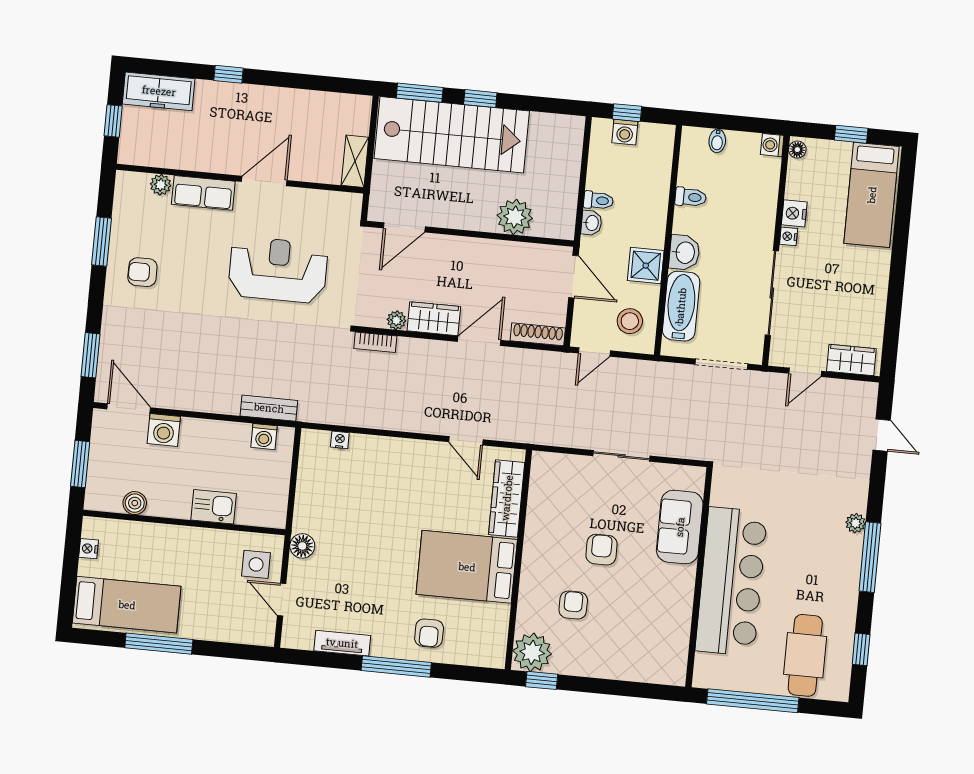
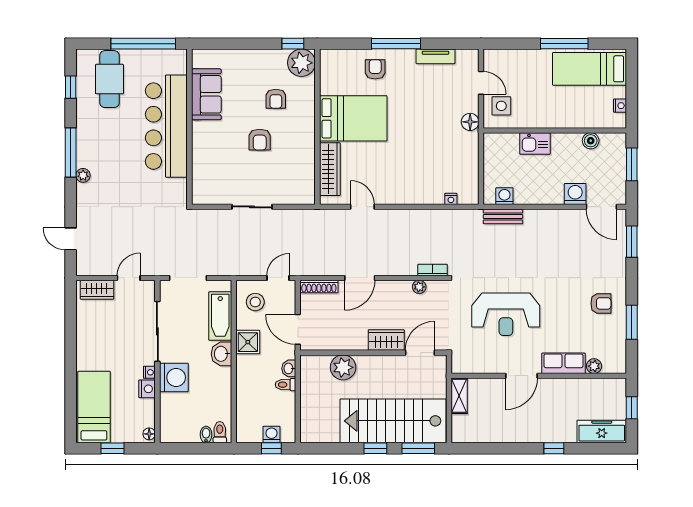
washing machine: (772, 145) -> (174, 378), moved, width x1.89, depth x1.89
toilet: (691, 197) -> (220, 432), moved, turned 90
wardrobe: (434, 319) -> (386, 340), moved, turned 180
sofa: (680, 527) -> (206, 94), moved

